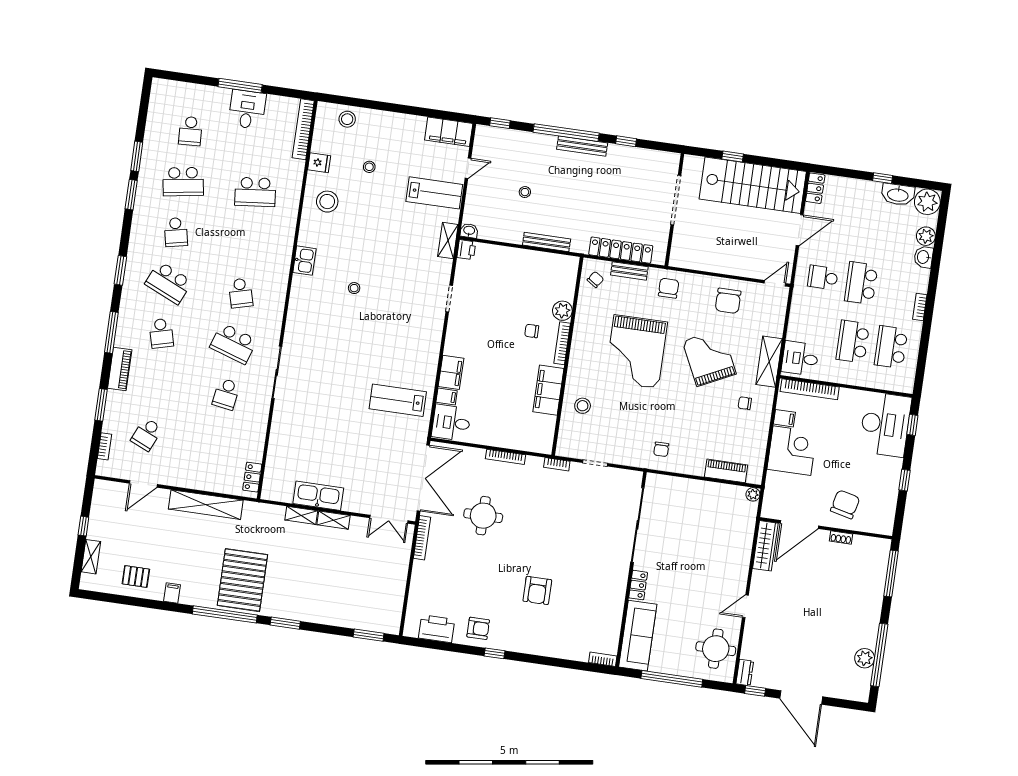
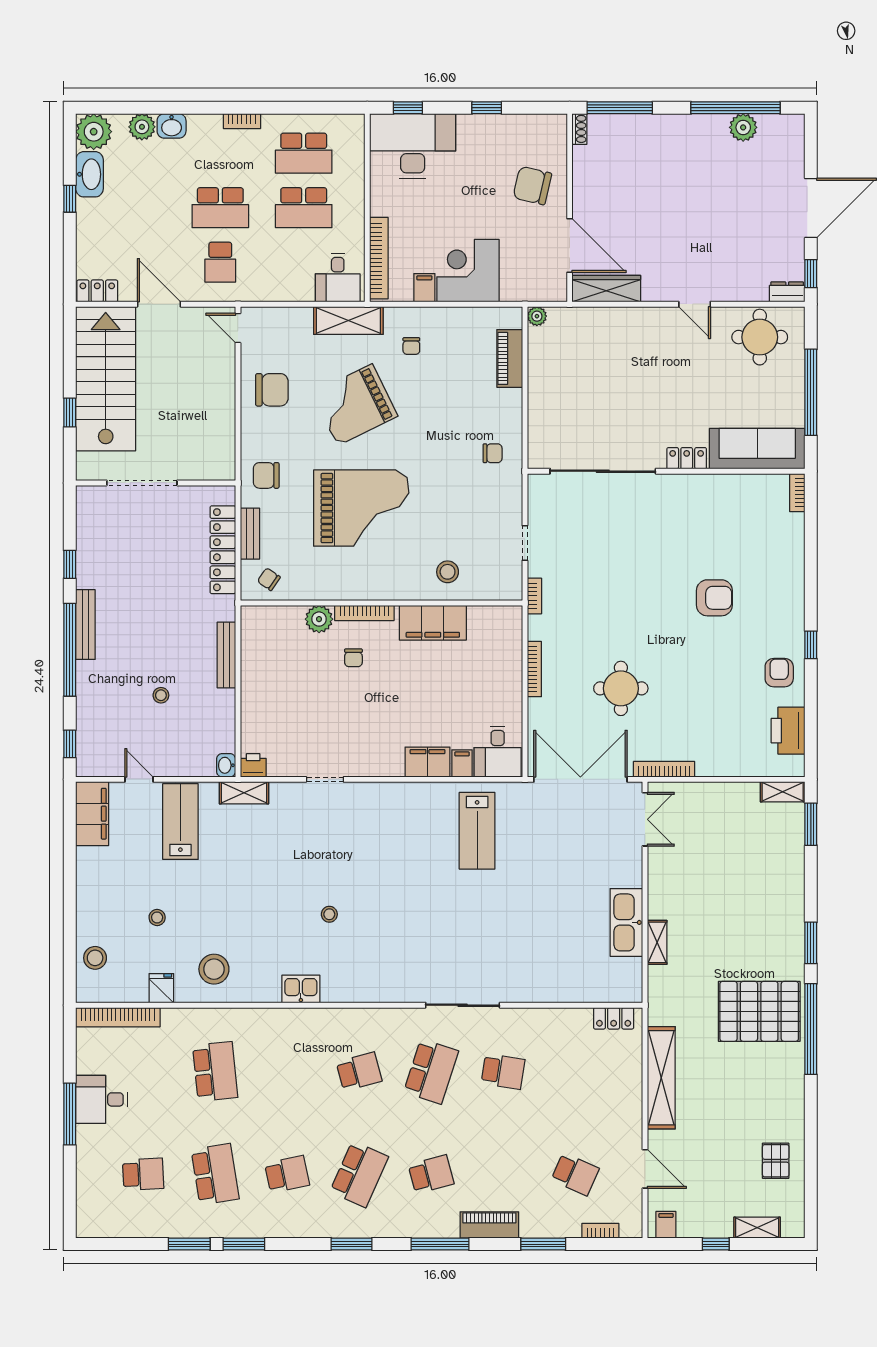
shelving: (333, 520) -> (783, 792), moved, turned 90
shoe rack: (841, 537) -> (579, 129), moved
filing cabinet: (172, 593) -> (666, 1225), moved, turned 90

